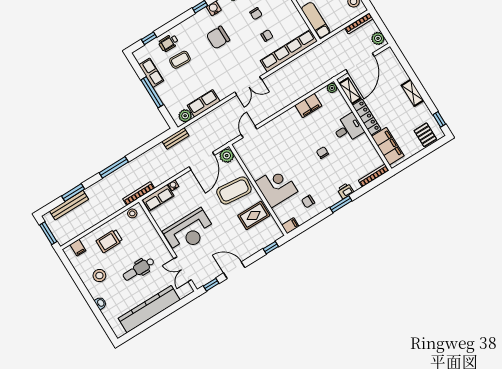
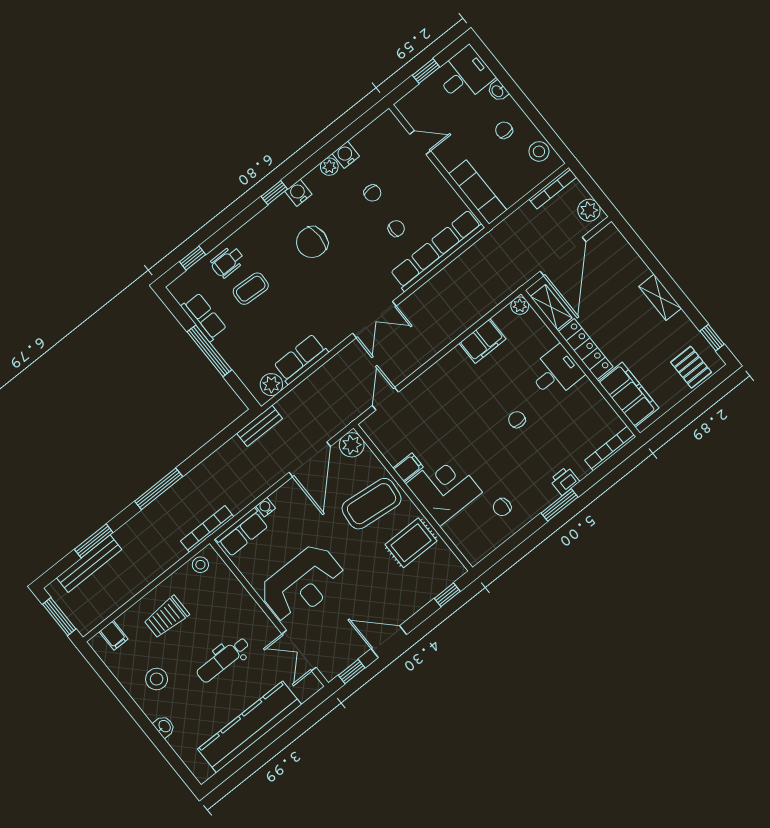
filing cabinet: (290, 226) -> (408, 468), moved

